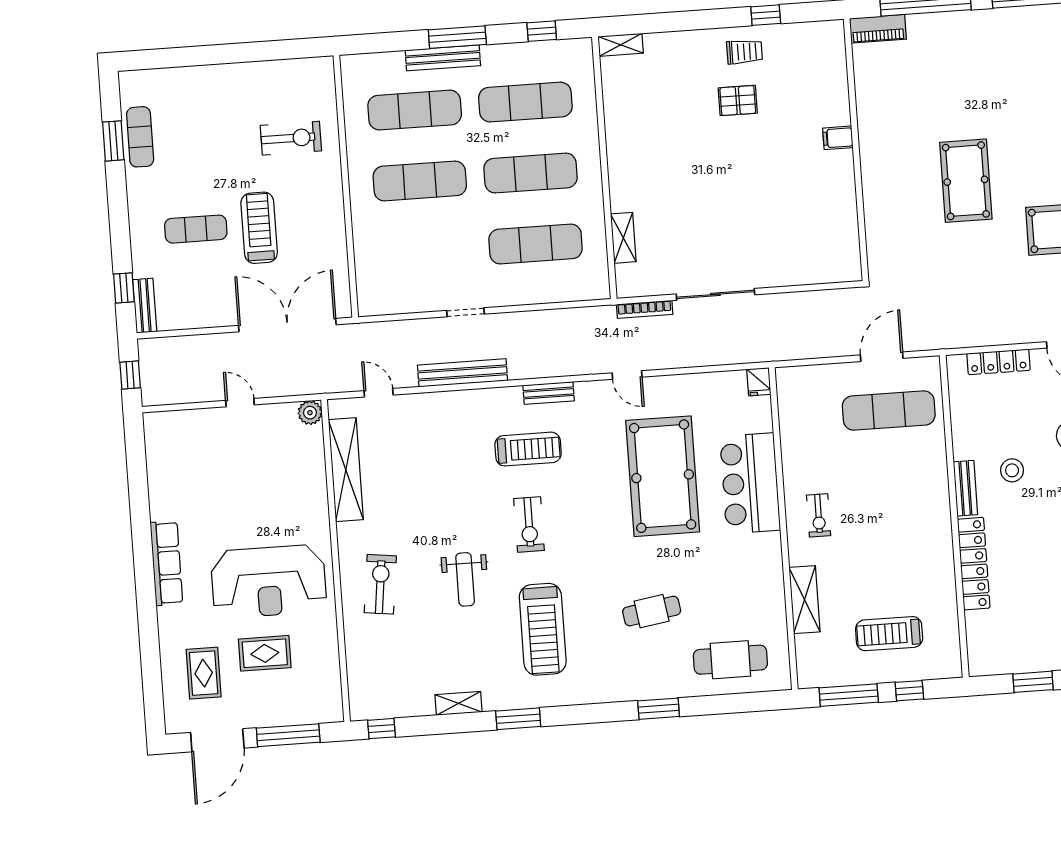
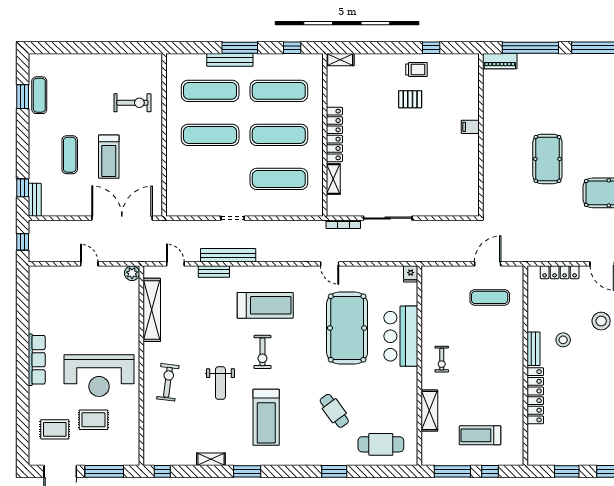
locker: (620, 166) -> (334, 134), added
treadmill: (259, 228) -> (109, 157), turned 180
exercise mat: (196, 229) -> (70, 155), turned 90
bench: (549, 393) -> (214, 272), moved
exercise mat: (889, 410) -> (490, 297), width x0.73, depth x0.69
treadmill: (528, 449) -> (265, 305), width x1.37, depth x1.38
cafe table: (652, 611) -> (334, 411), turned 63
rug: (204, 673) -> (55, 429), turned 90

